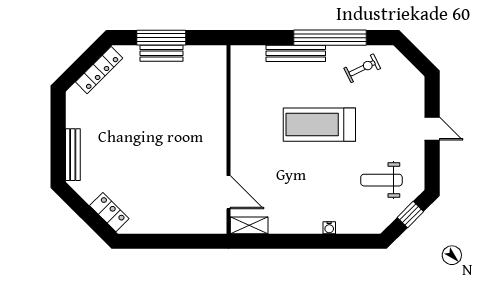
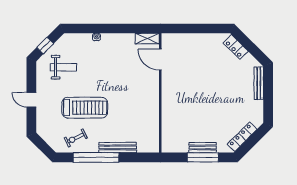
treadmill: (319, 125) -> (85, 108), moved

